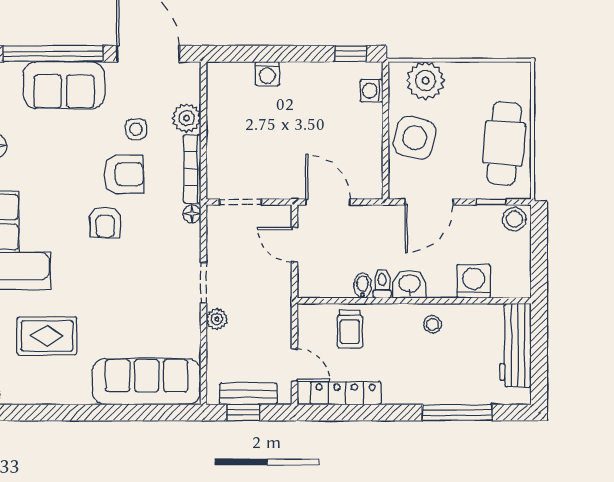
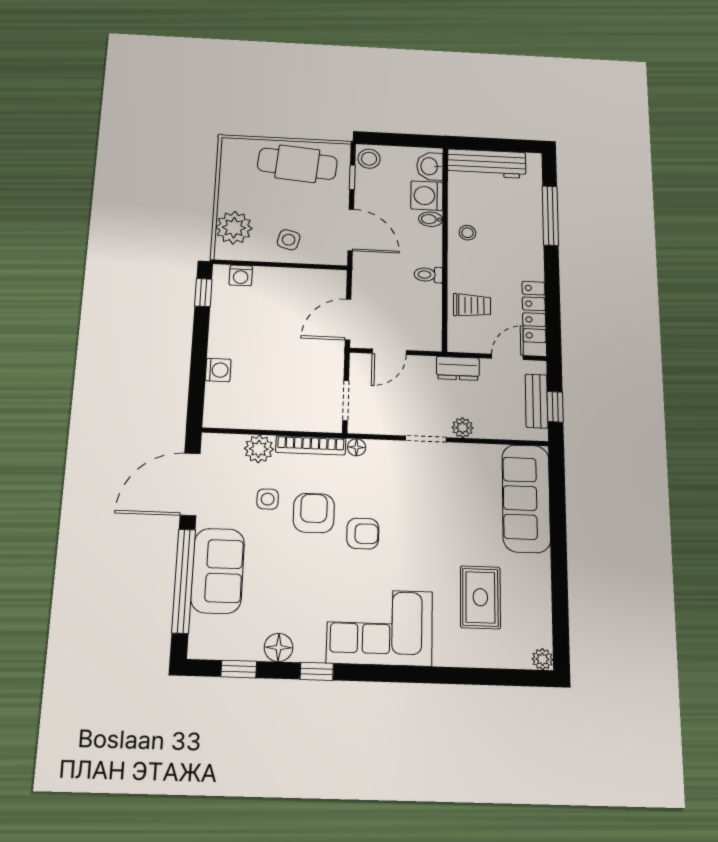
side table: (415, 138) -> (289, 240), width x0.54, depth x0.54
washbasin: (410, 284) -> (430, 166), moved
bidet: (363, 286) -> (431, 219), moved
dresser: (280, 314) -> (458, 368), added

